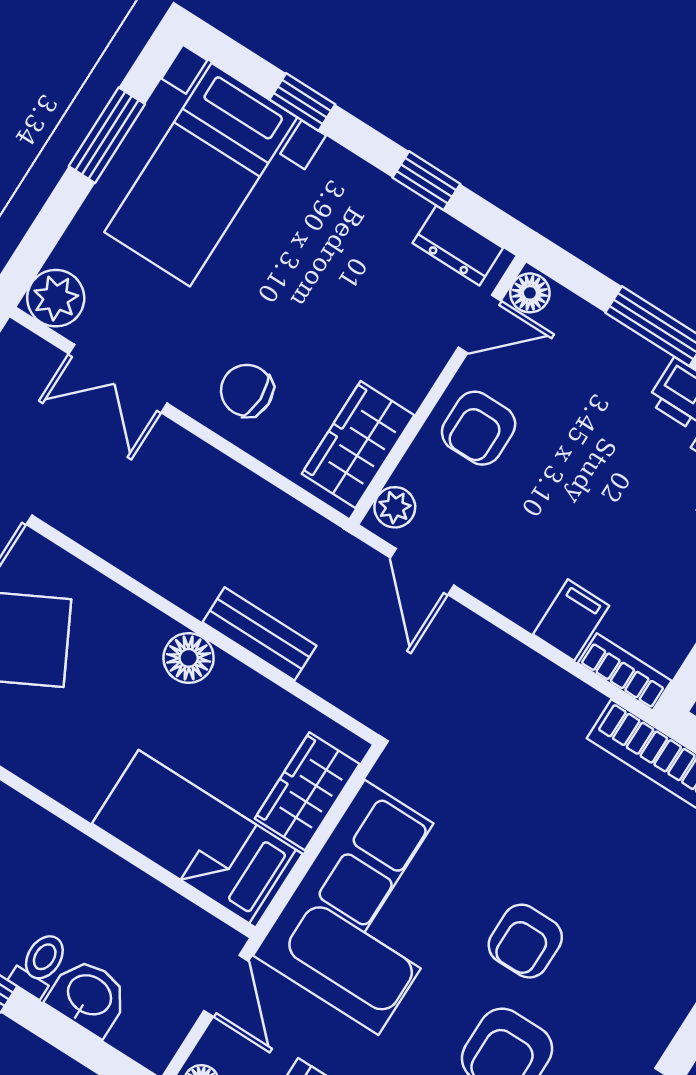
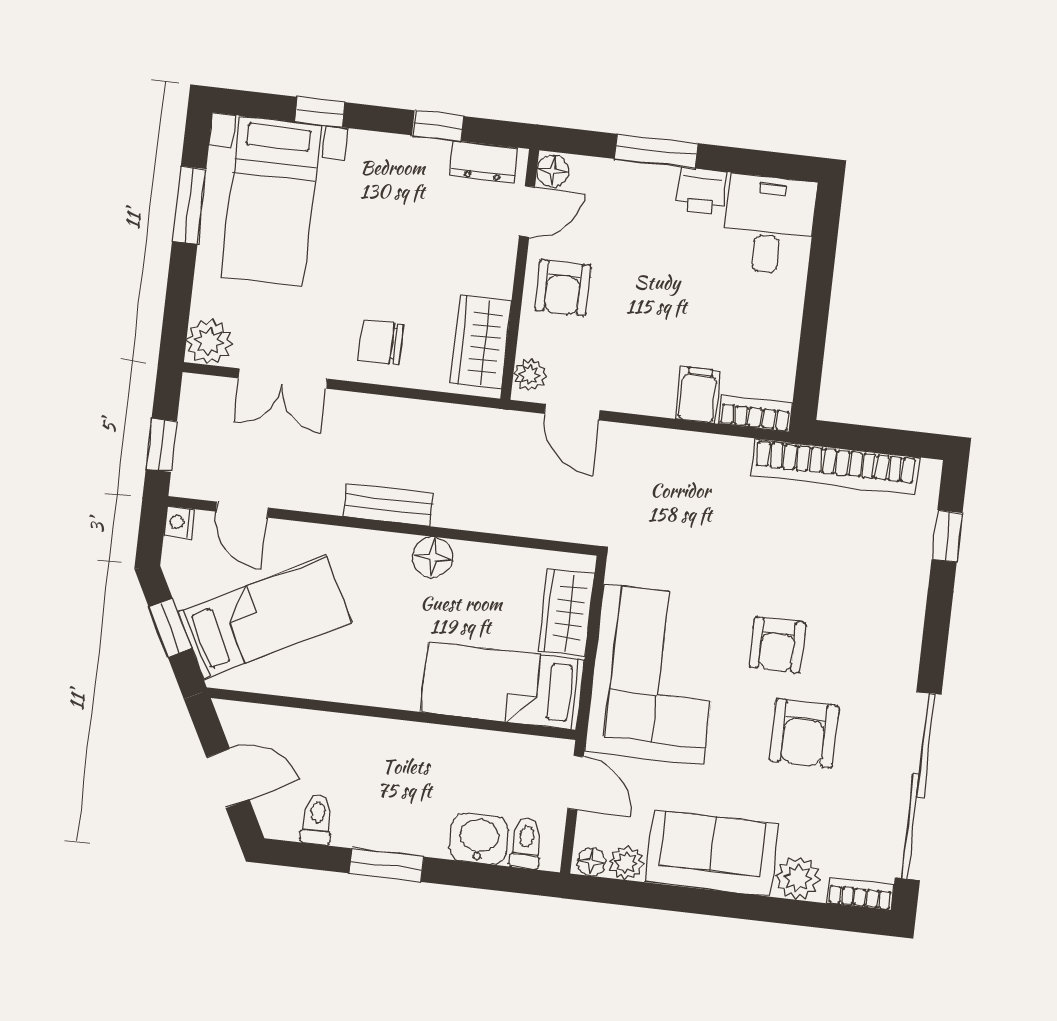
bench: (260, 634) -> (388, 505), moved
toilet: (40, 964) -> (526, 843), moved

